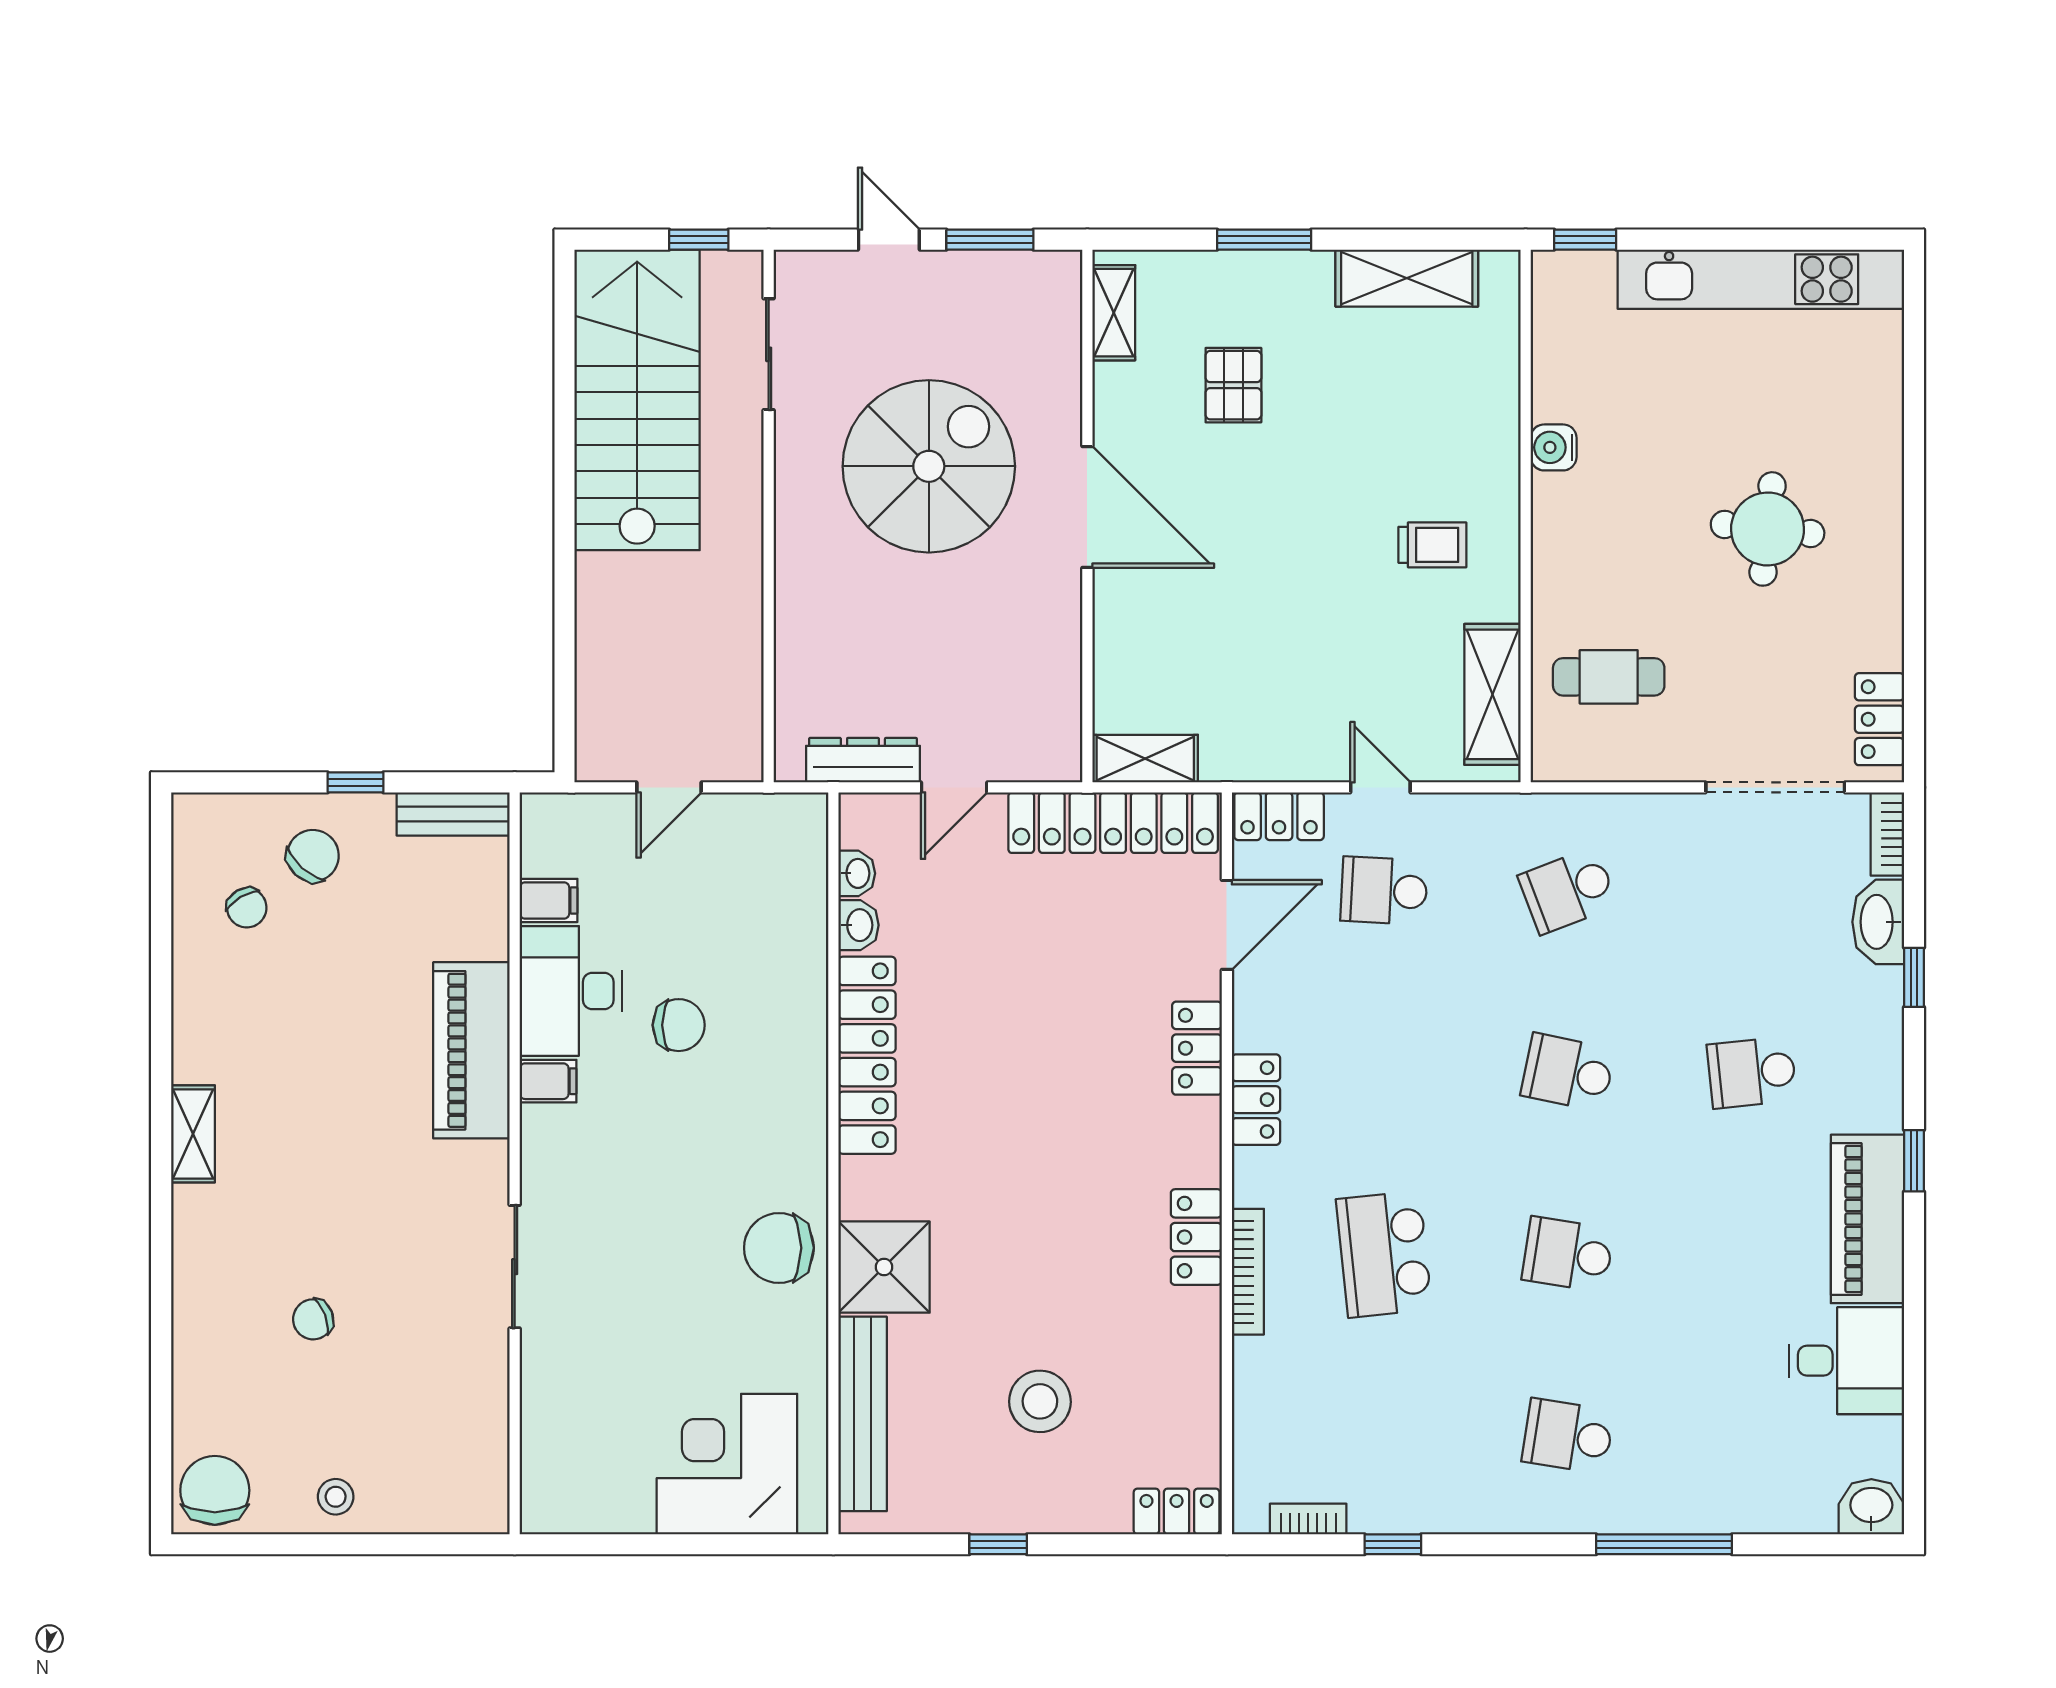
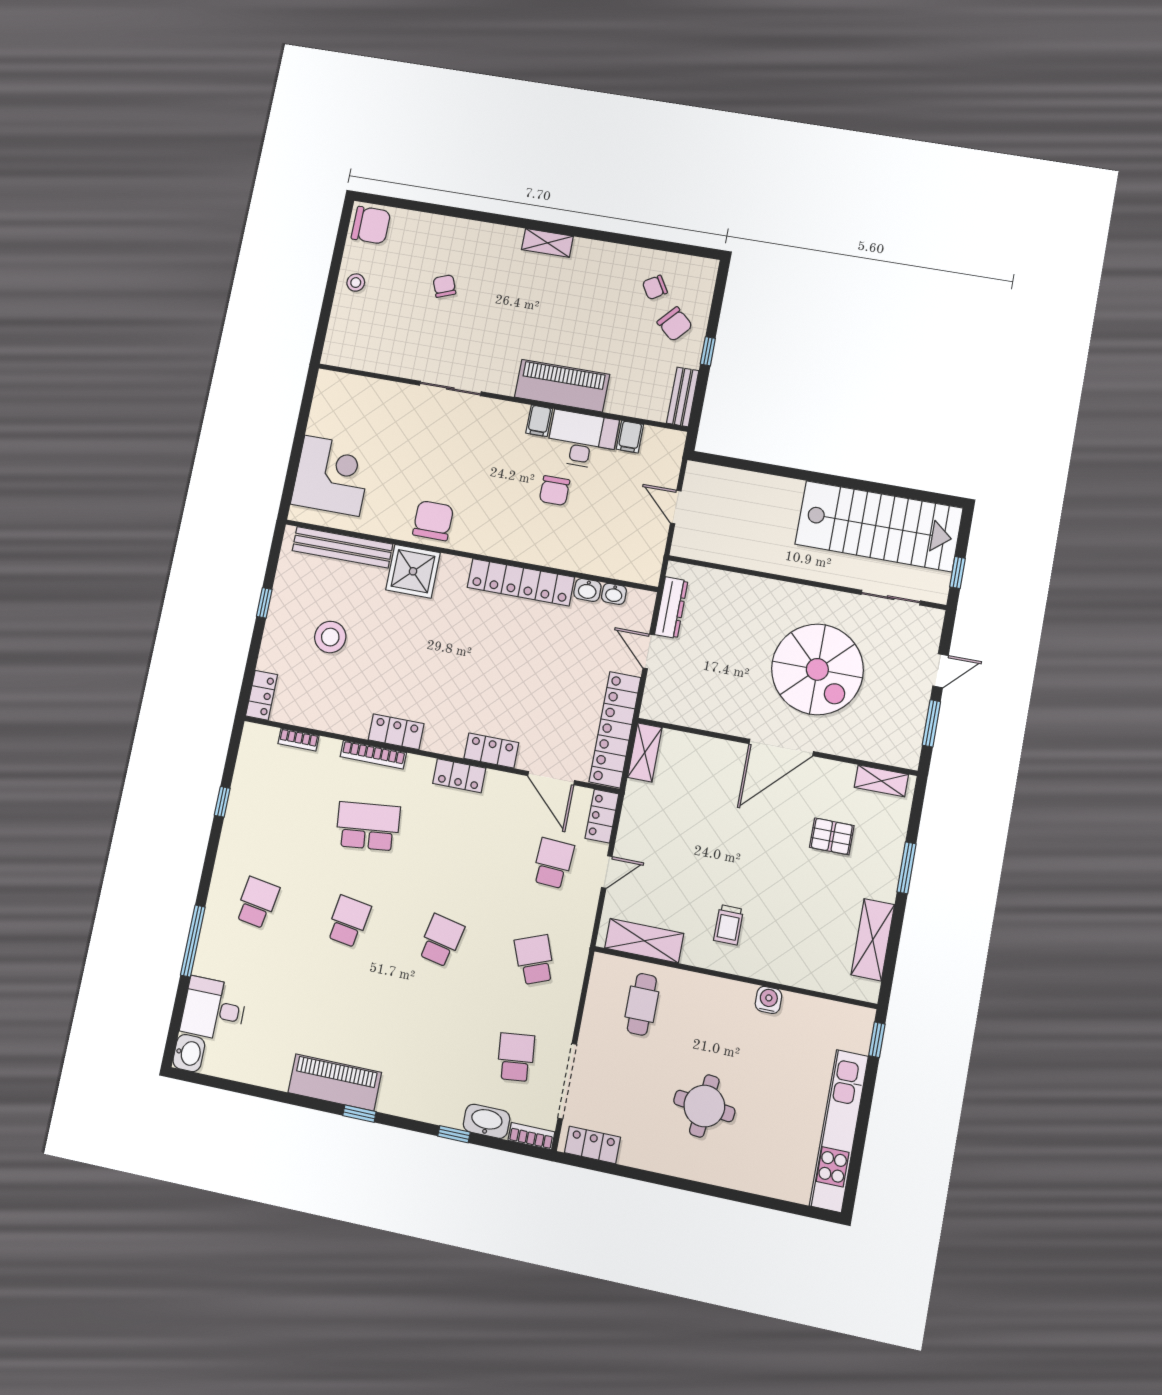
school desk: (1752, 1072) -> (516, 1057), moved
desk: (1846, 1361) -> (214, 1009), moved, turned 90
bookcase: (1308, 1519) -> (298, 740), moved, turned 90

